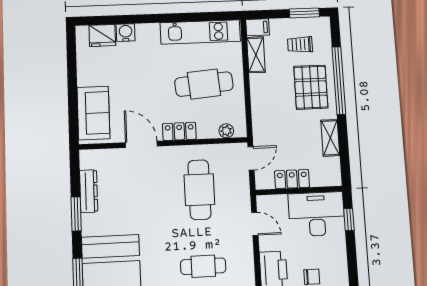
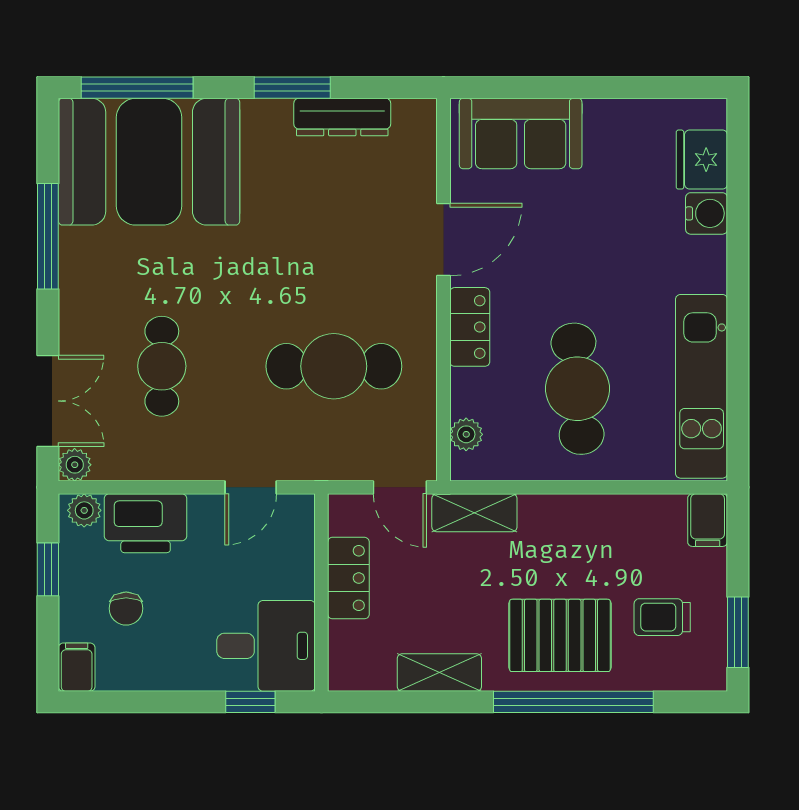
trolley: (300, 45) -> (662, 617), turned -90
shelving: (256, 55) -> (474, 513), moved
desk: (317, 214) -> (266, 646), width x0.73

